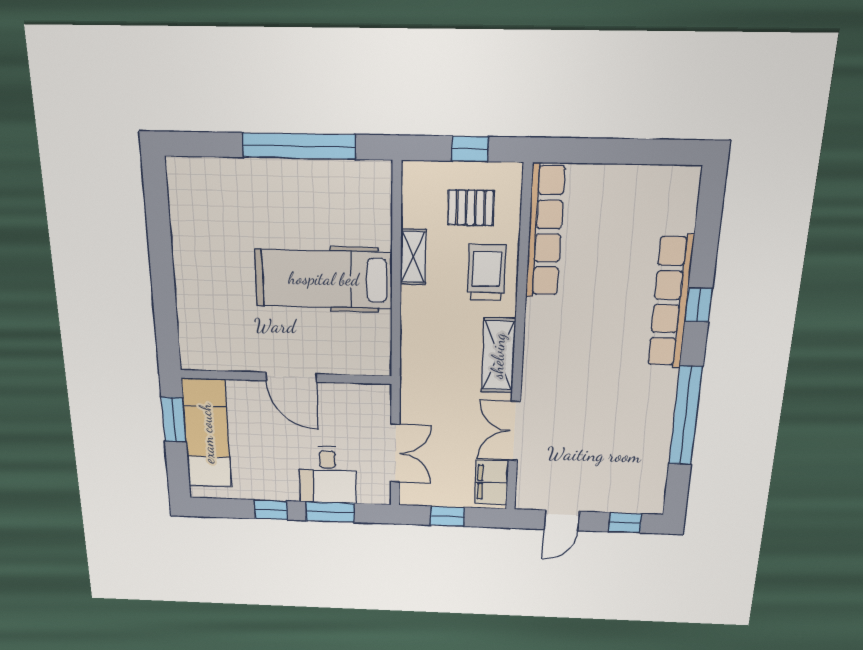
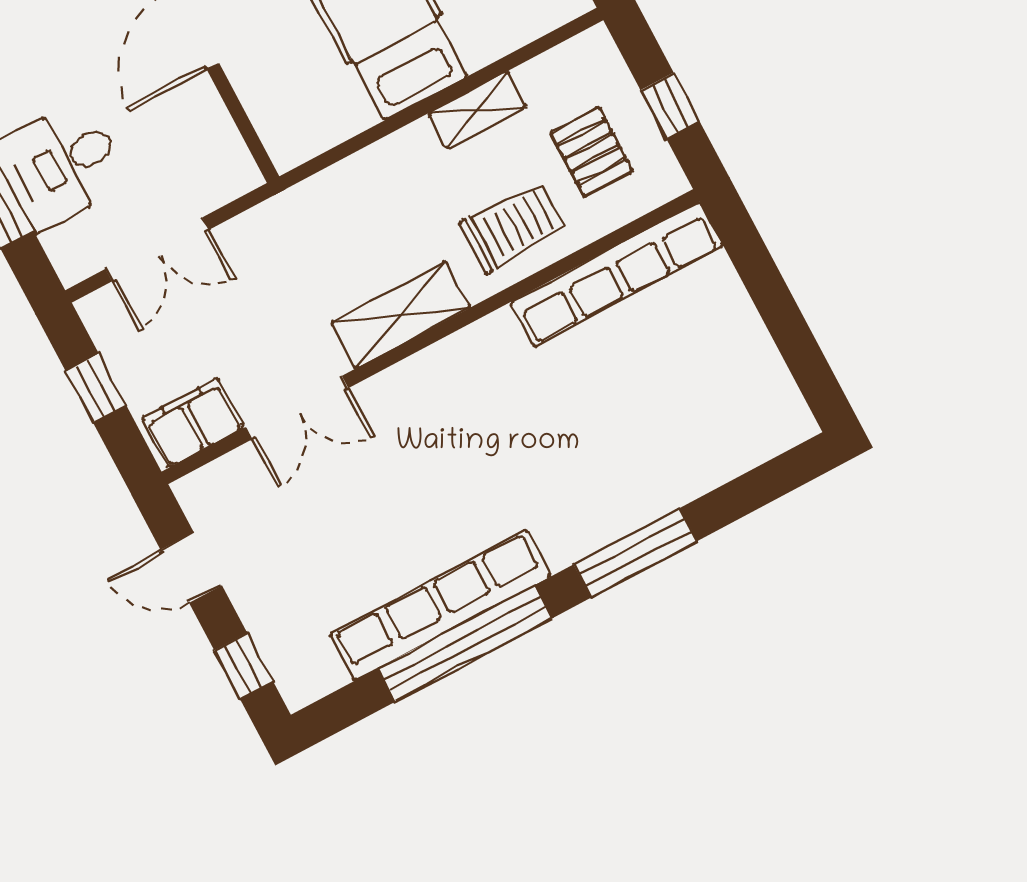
row of seats: (671, 302) -> (440, 605), moved
window: (699, 305) -> (635, 553), width x2.17
double door: (514, 431) -> (297, 408), swing flipped

